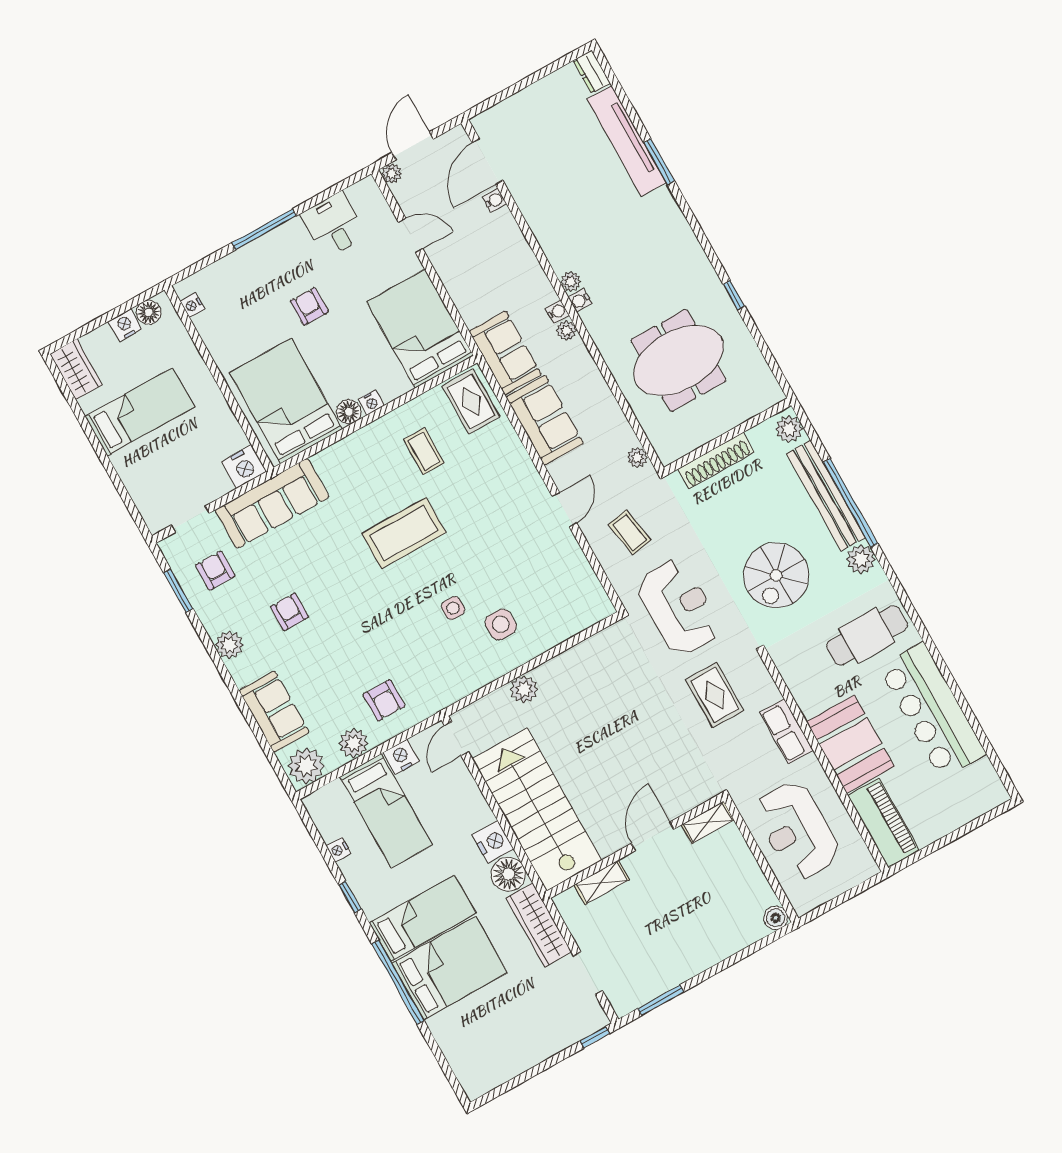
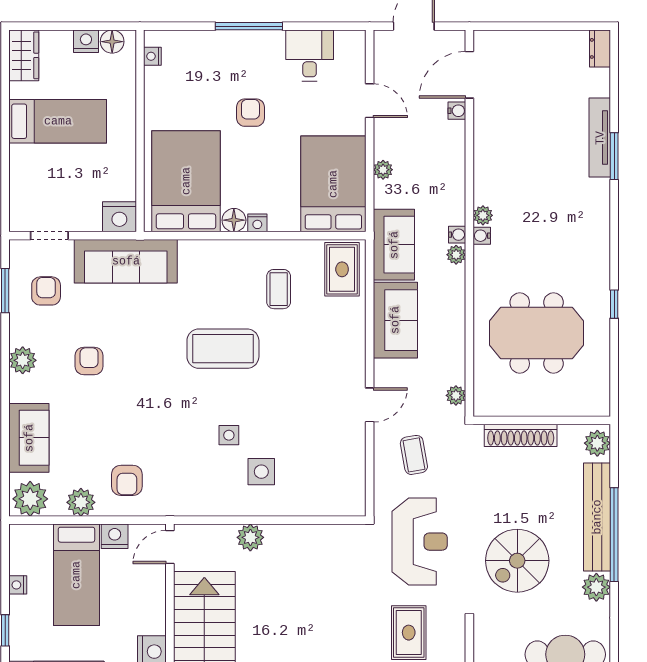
tv unit: (627, 141) -> (600, 138), width x0.73, depth x0.78
plant: (392, 174) -> (383, 170), moved

